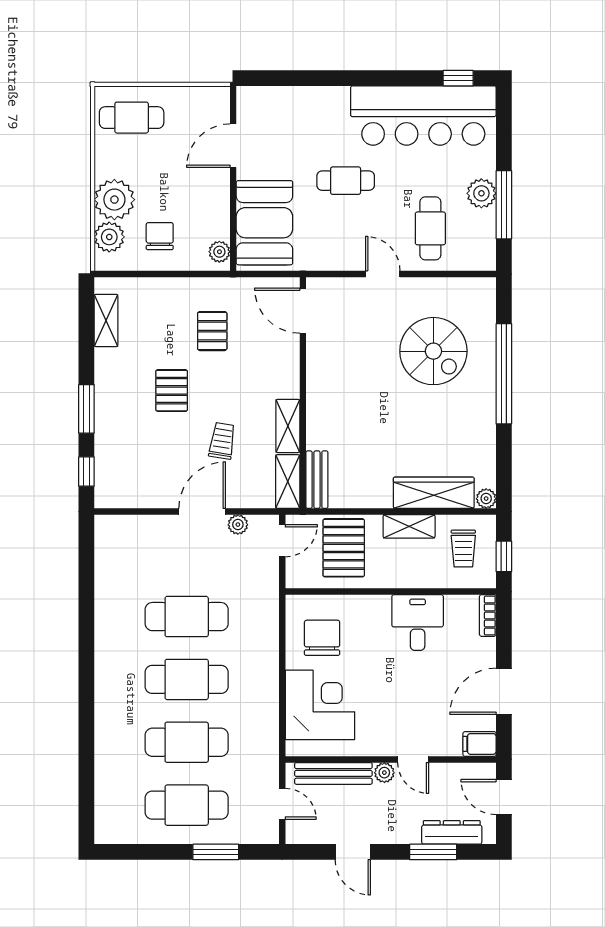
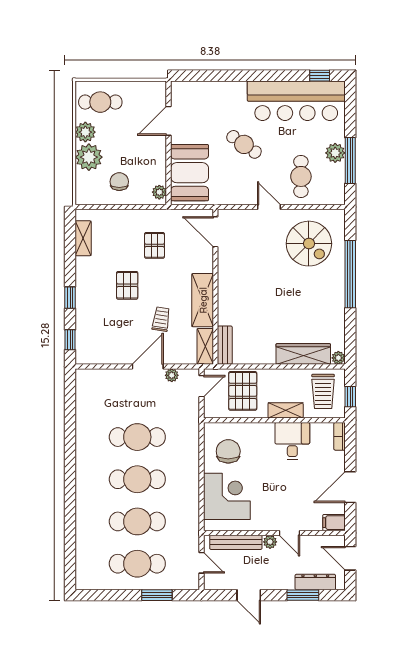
cafe table: (346, 181) -> (244, 144), turned 35
plant: (109, 237) -> (85, 132), moved
spiral stairs: (433, 351) -> (309, 244), moved
window: (86, 409) -> (70, 298), width x0.67
shelving: (288, 426) -> (203, 300), width x1.50, depth x1.33
shelving: (409, 526) -> (286, 410), moved
trolley: (463, 549) -> (323, 391), width x1.36, depth x1.39

